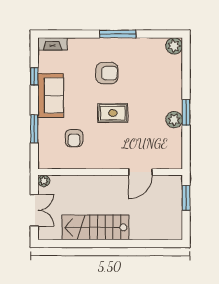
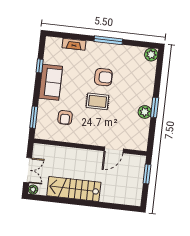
fireplace: (53, 44) -> (74, 44), moved
armchair: (107, 73) -> (103, 77), moved
window: (34, 129) -> (34, 117), moved
plant: (44, 181) -> (33, 190), moved

